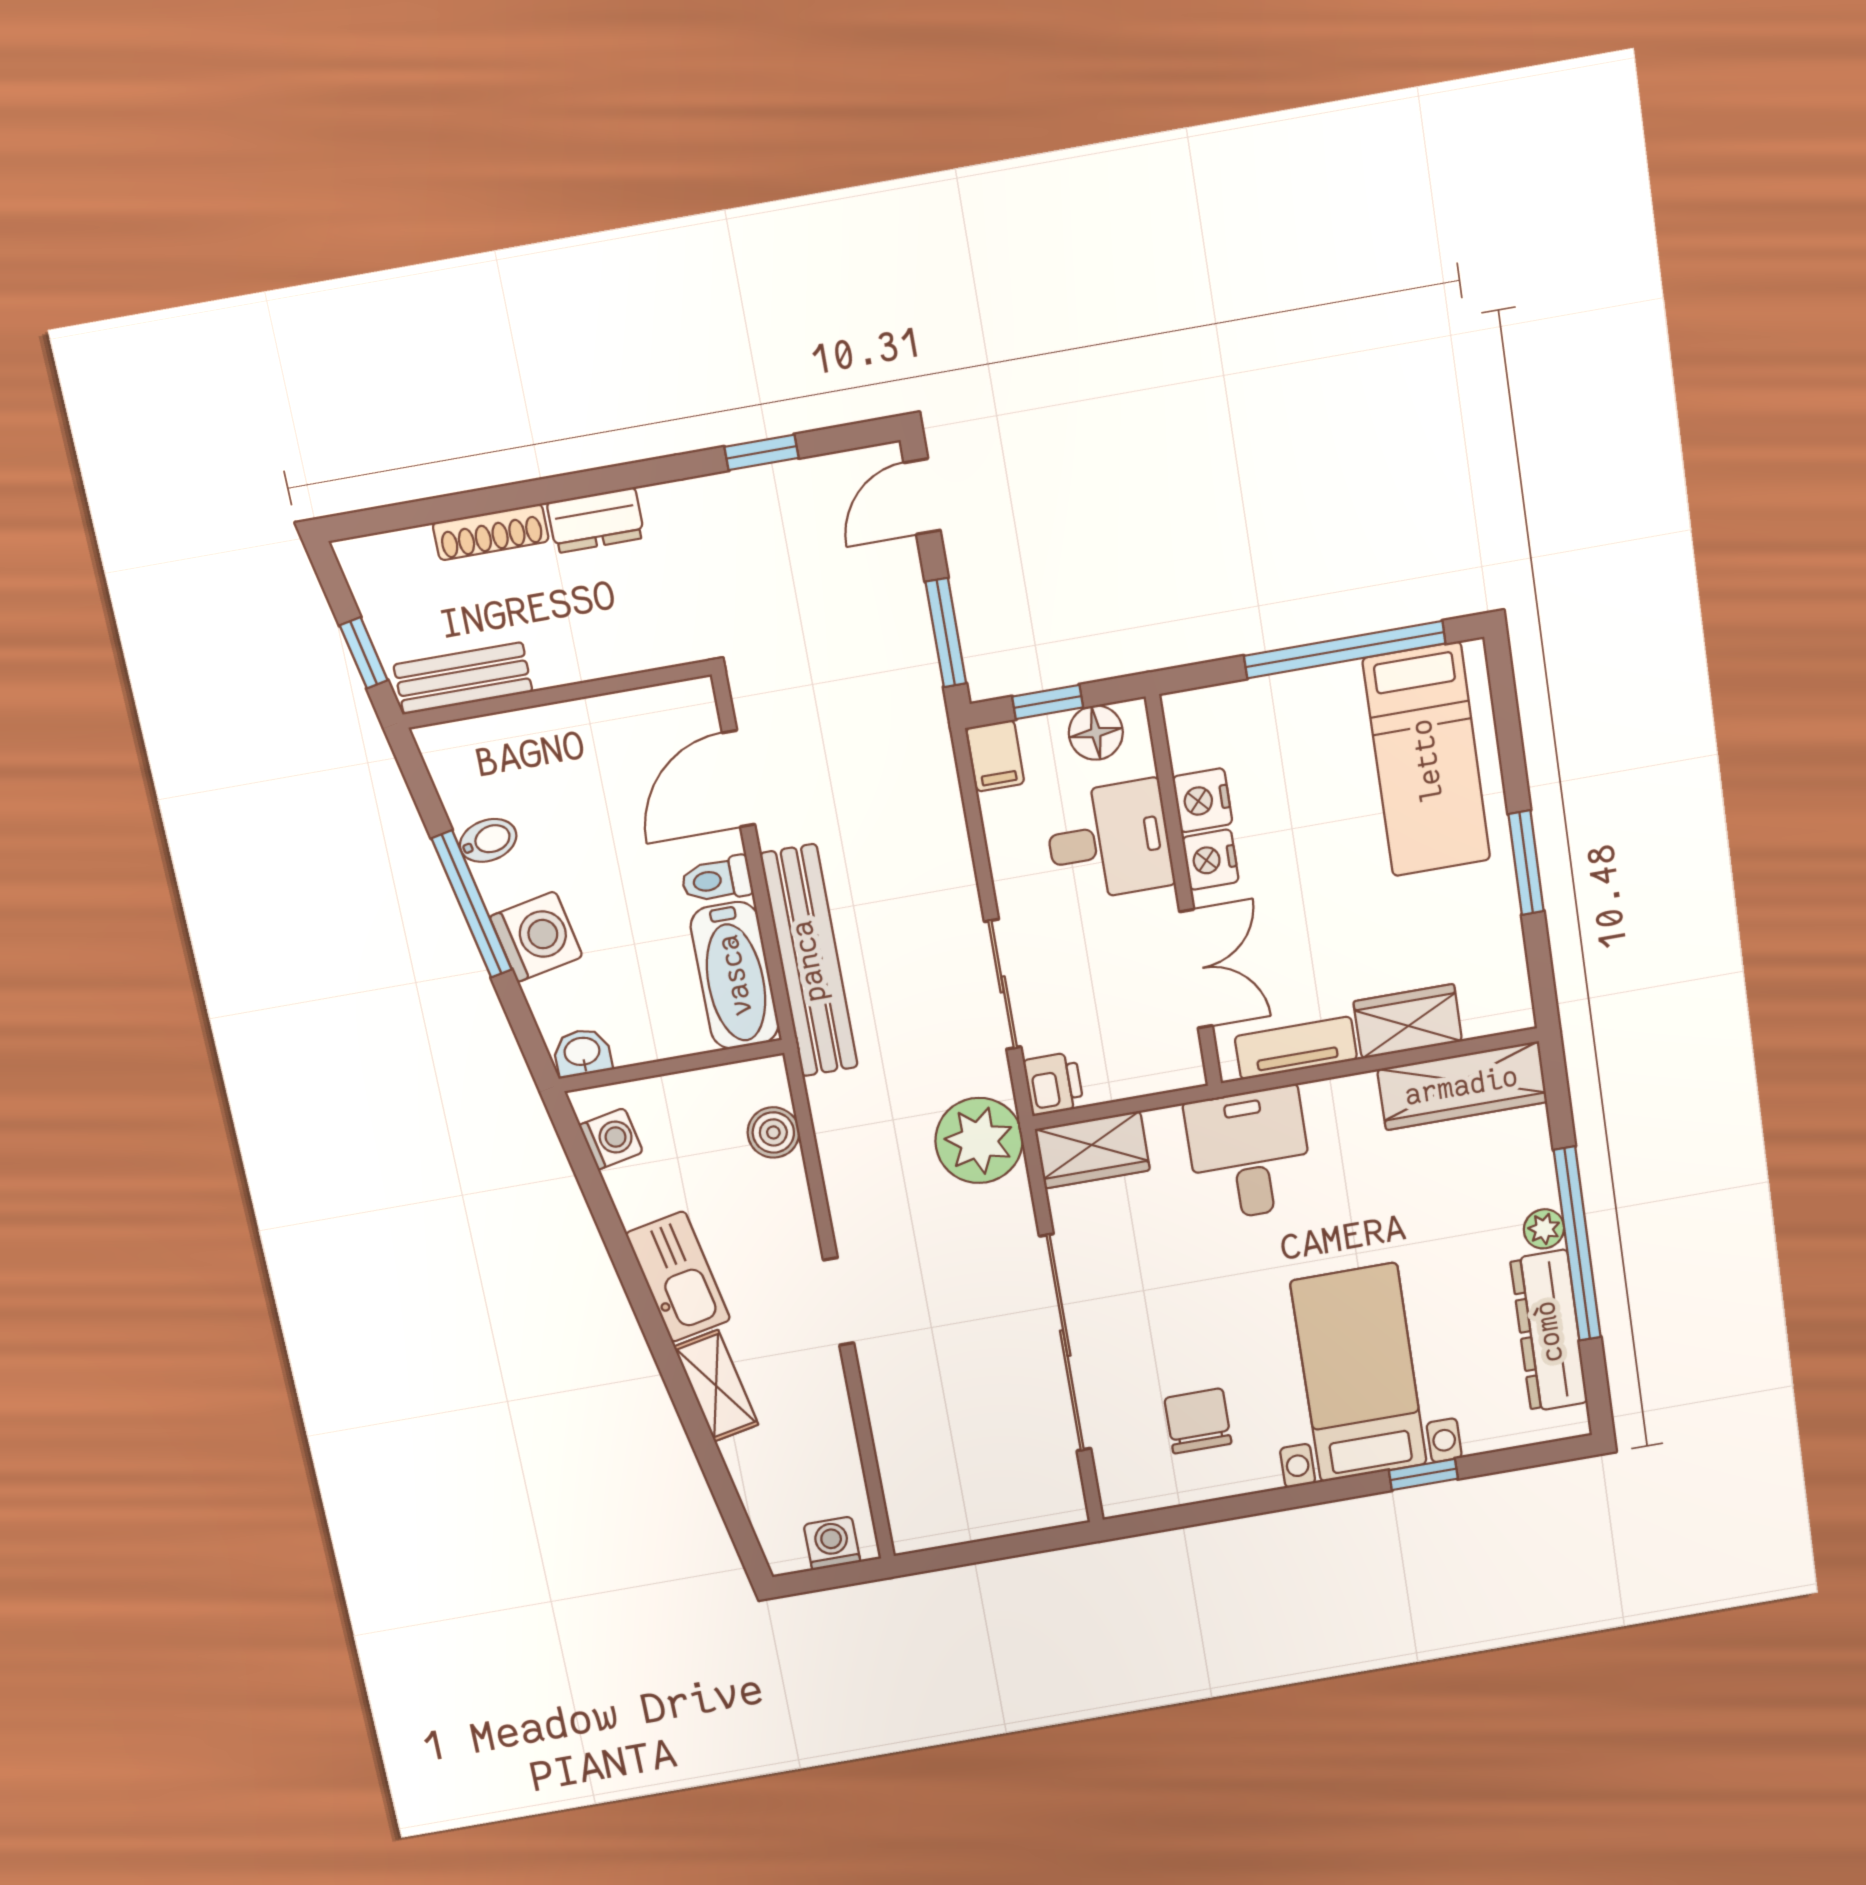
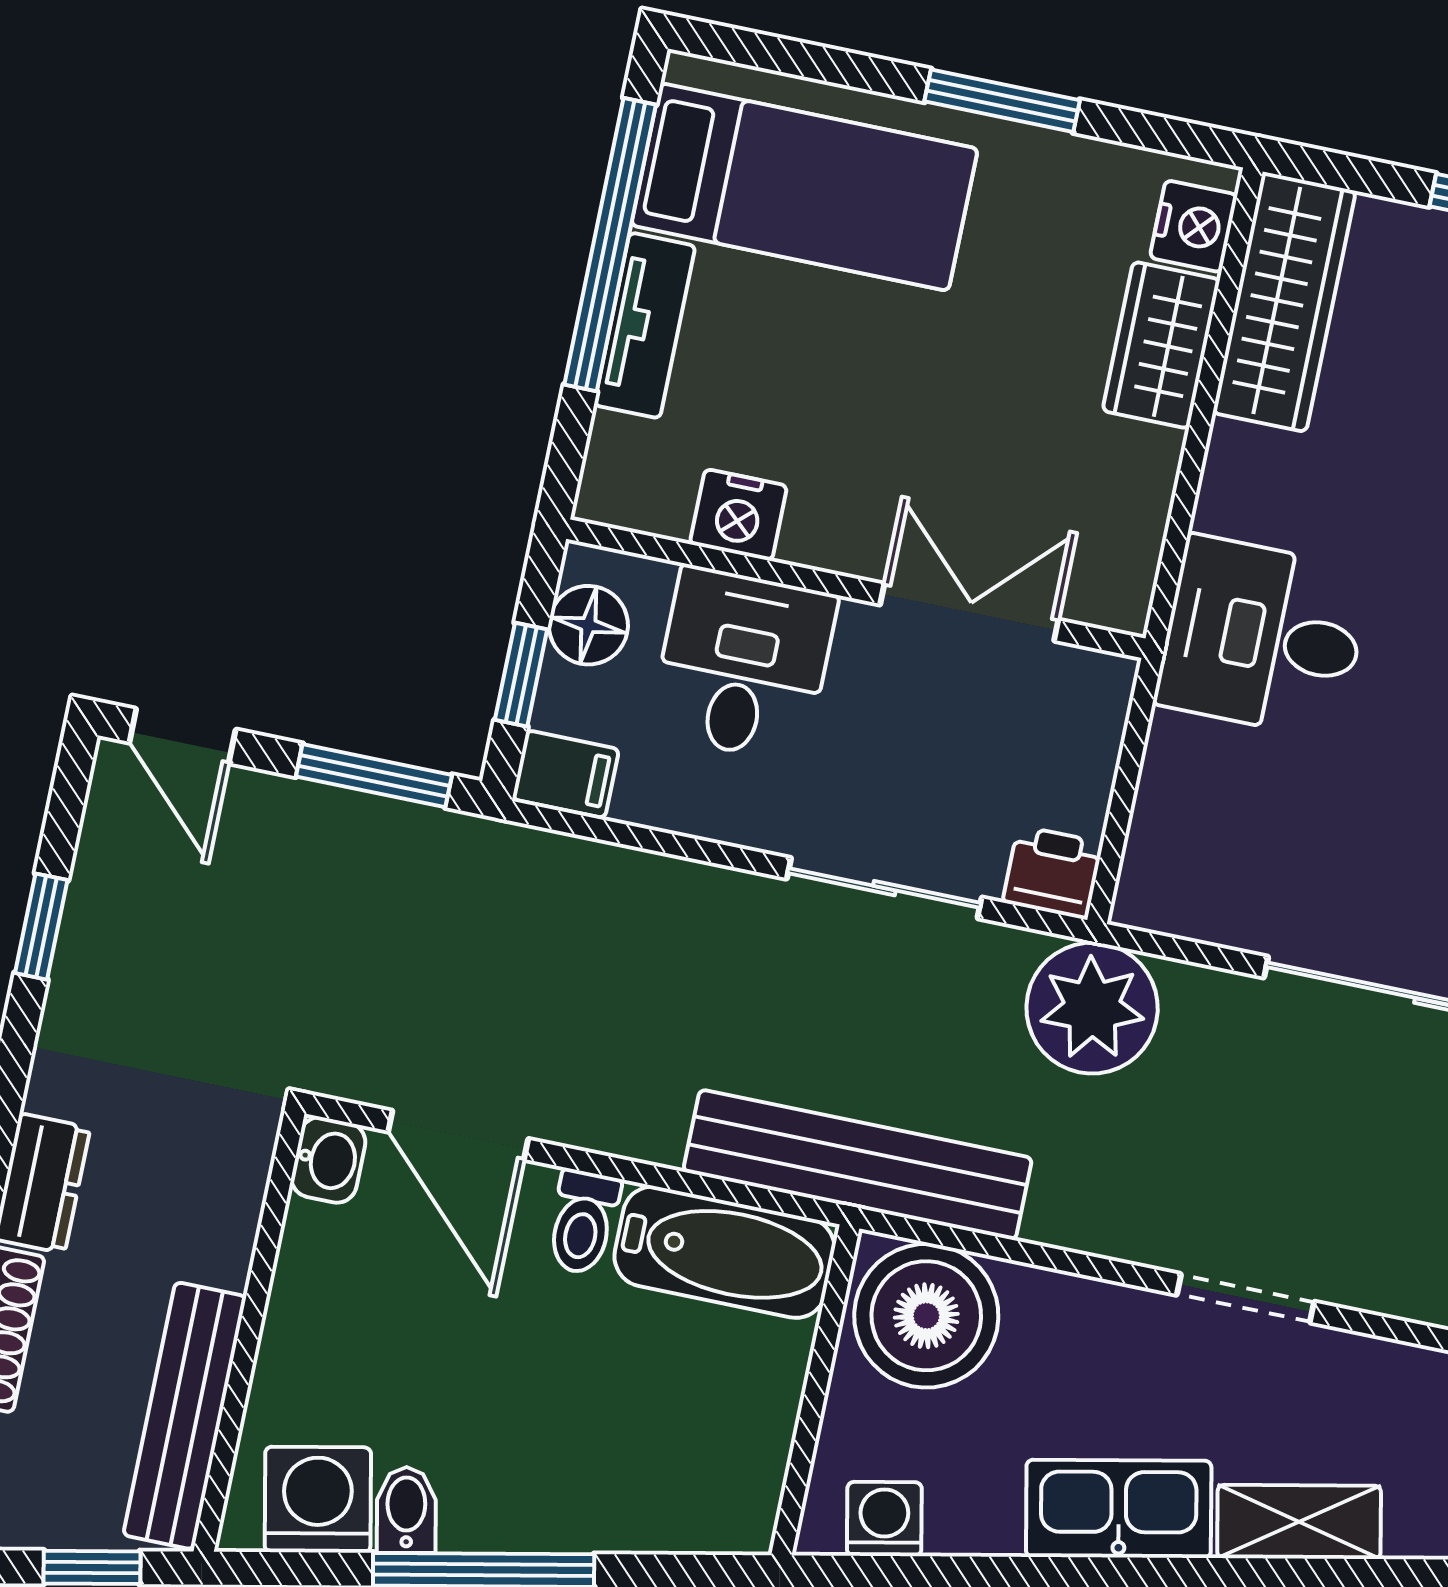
bench: (463, 678) -> (185, 1416), width x1.36
nightstand: (1210, 860) -> (1194, 226), moved, turned -90
washing machine: (536, 937) -> (318, 1500), moved
bench: (809, 961) -> (858, 1165), moved
tv unit: (1296, 1048) -> (645, 325), moved, turned 180
washbasin: (582, 1053) -> (328, 1160), moved, turned 180
boiler: (773, 1132) -> (926, 1316), width x1.86, depth x1.86
wardrobe: (1092, 1150) -> (1169, 855), removed

